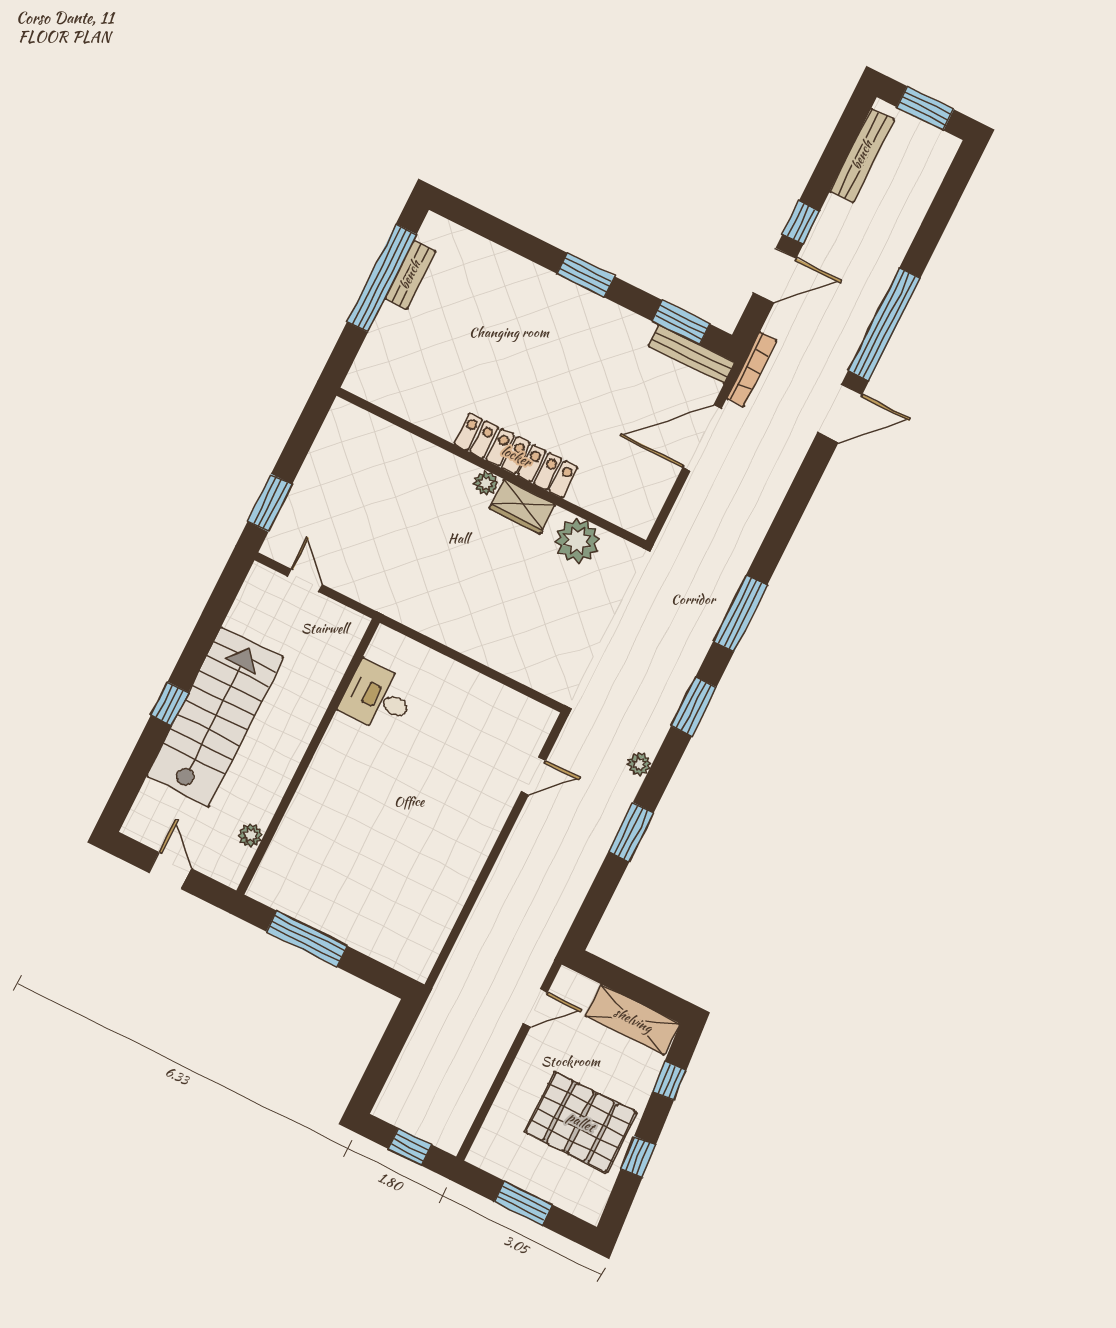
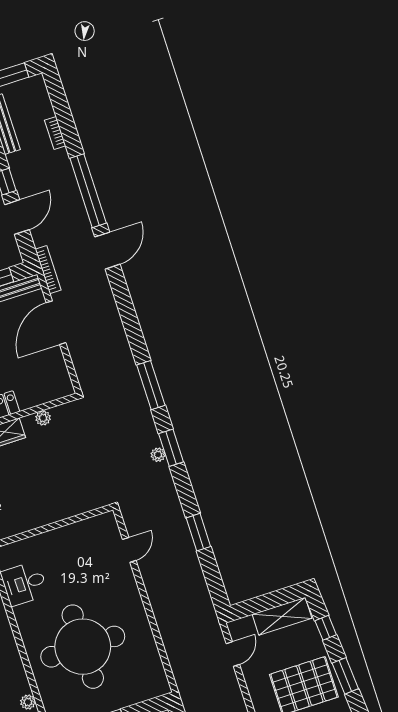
bookcase: (911, 223) -> (55, 133), added
plant: (577, 541) -> (43, 418), width x0.53, depth x0.53
plant: (639, 764) -> (158, 455), moved
round table: (374, 833) -> (83, 647), added
window: (638, 1157) -> (345, 676), width x1.50

